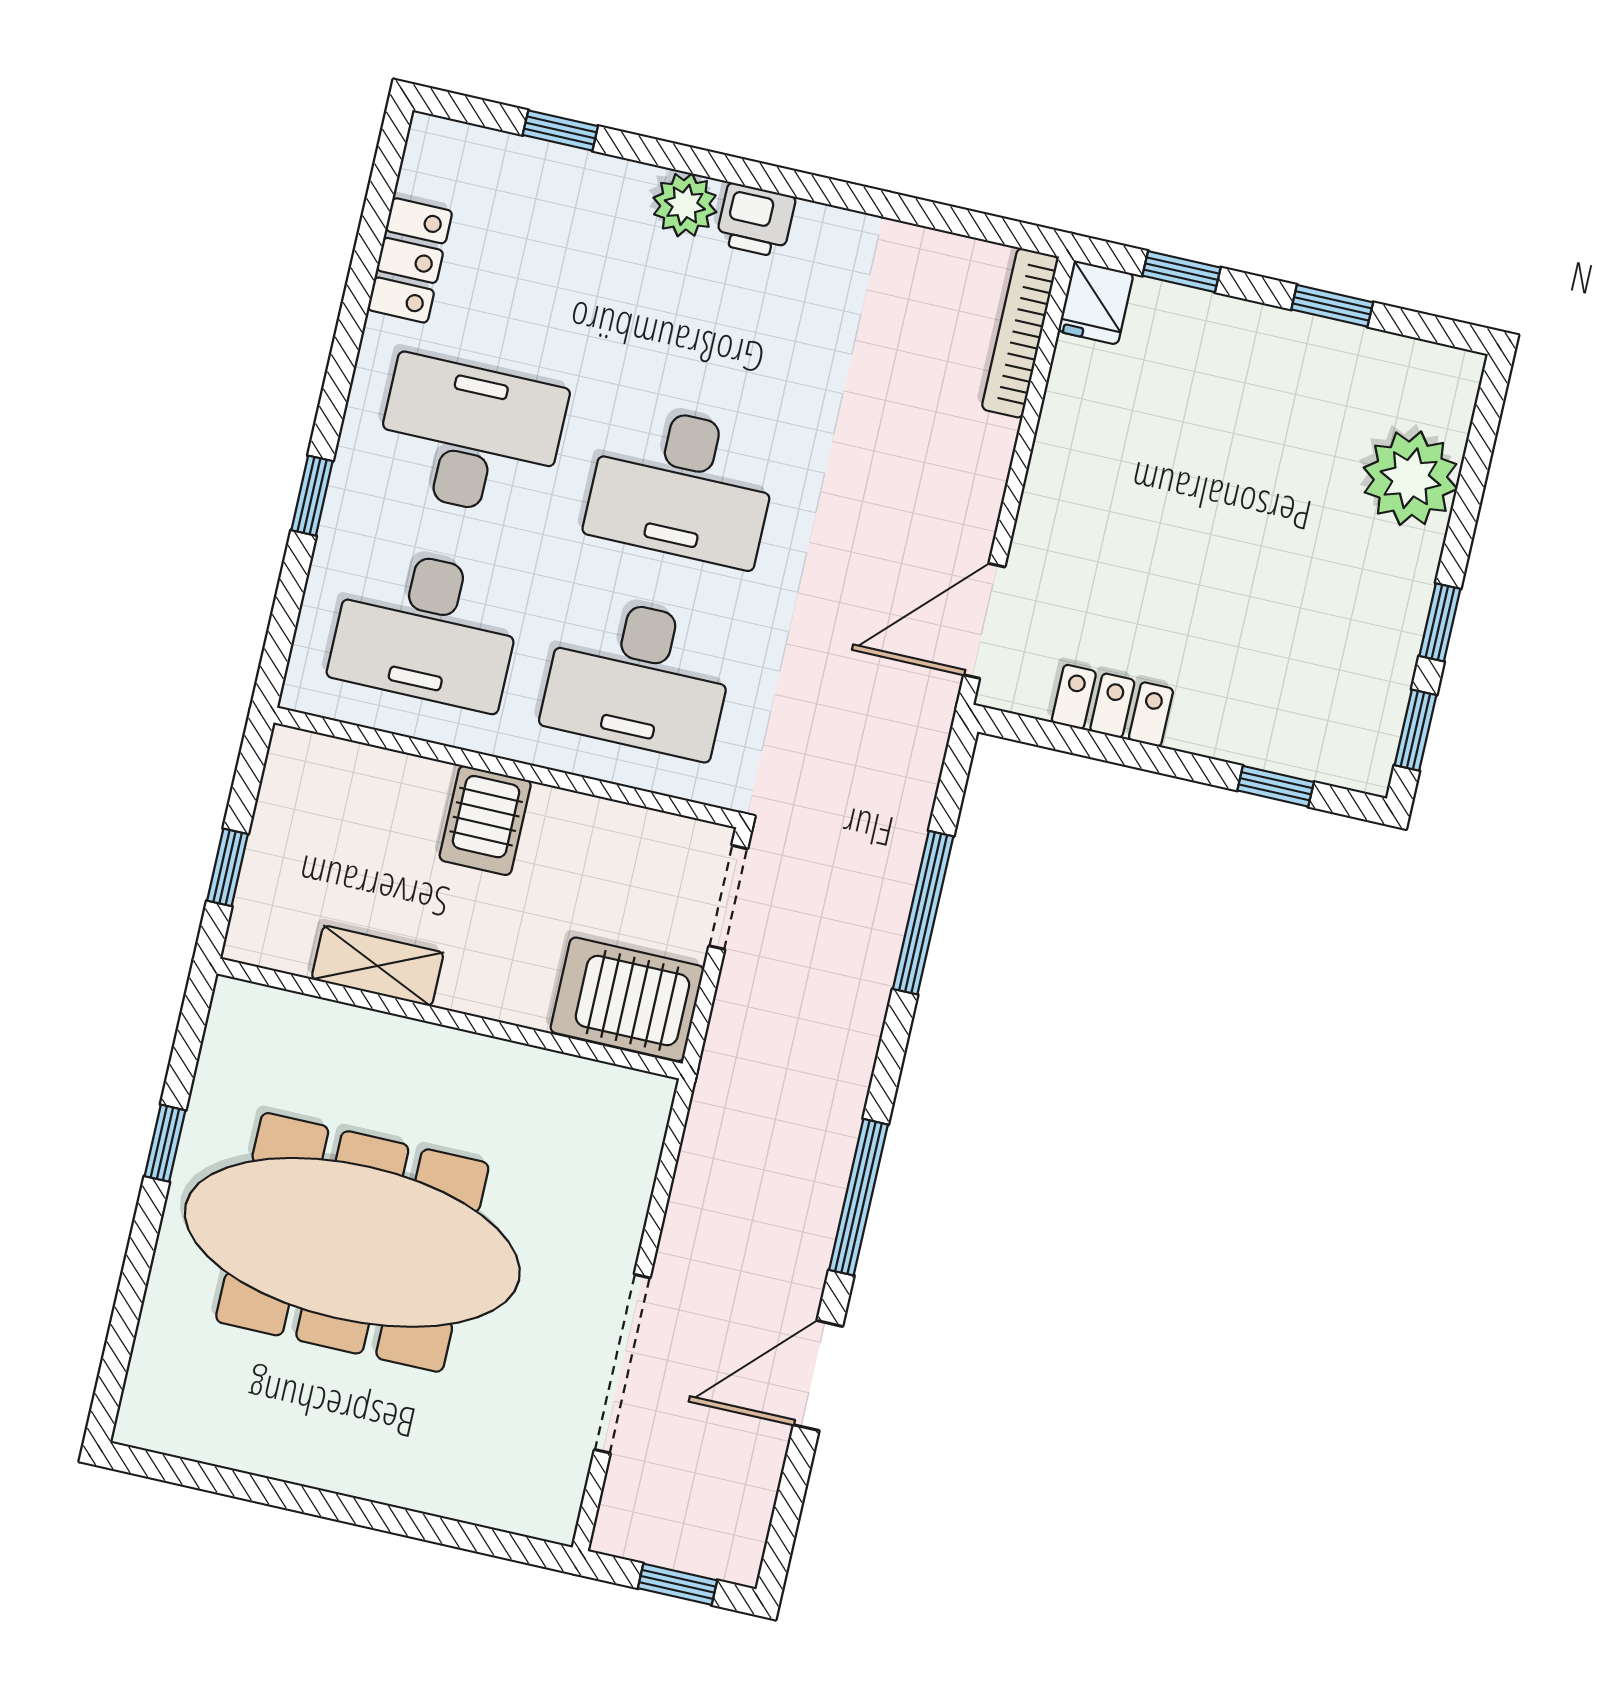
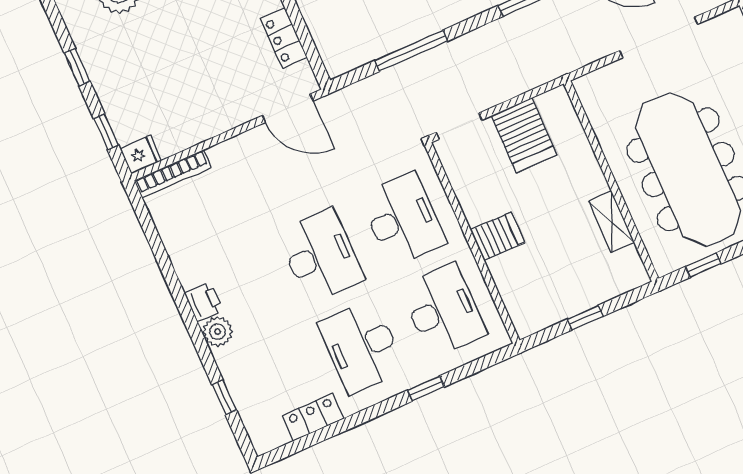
shelving: (378, 966) -> (612, 222), moved
wall: (450, 1019) -> (611, 181), moved

